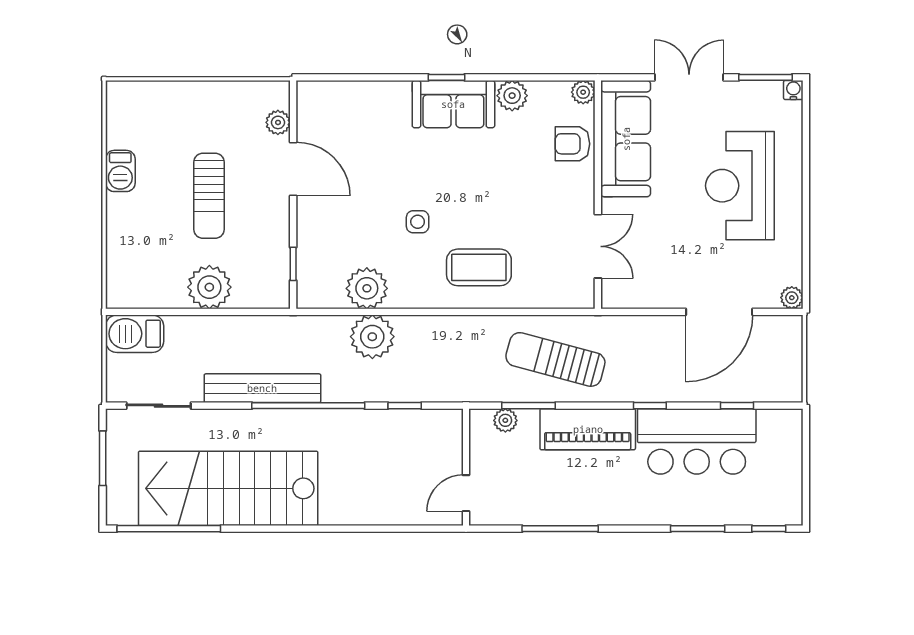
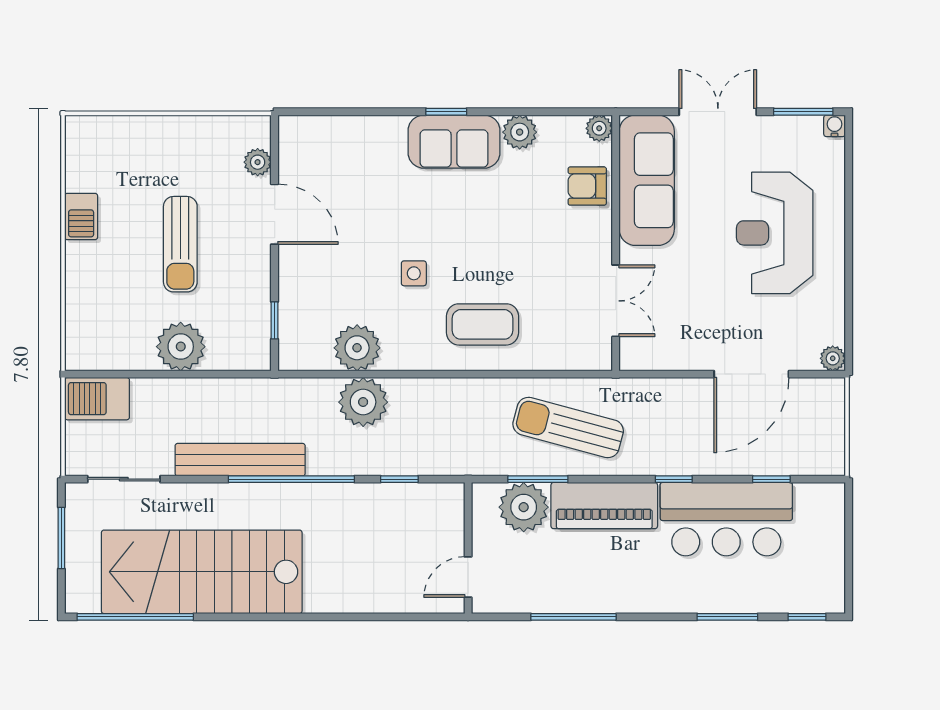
plant: (505, 420) -> (524, 507), width x1.88, depth x1.88

